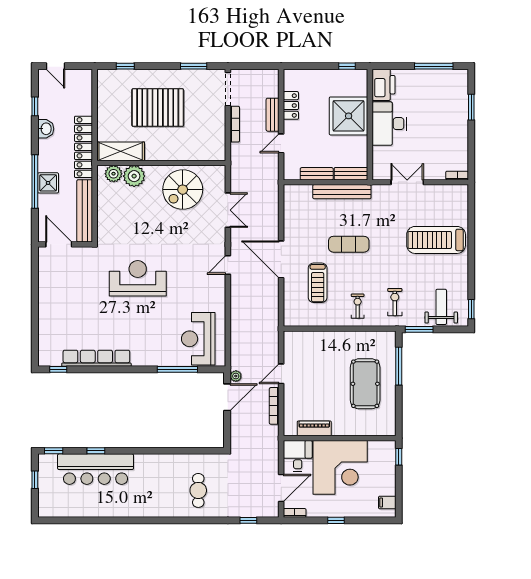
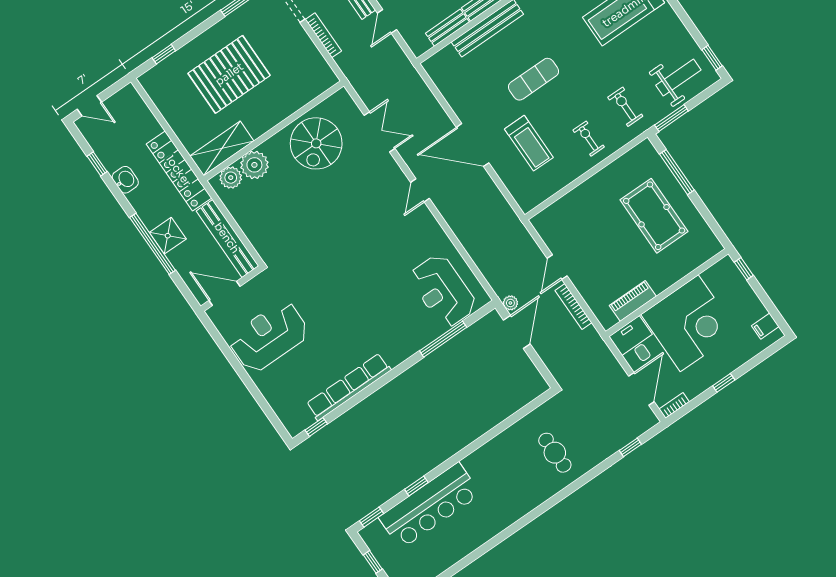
reception desk: (138, 278) -> (269, 336), moved
weight bench: (441, 307) -> (678, 78), turned 90

